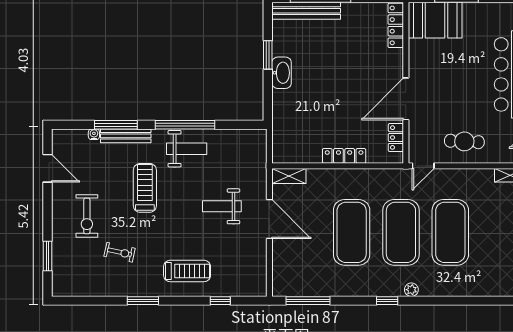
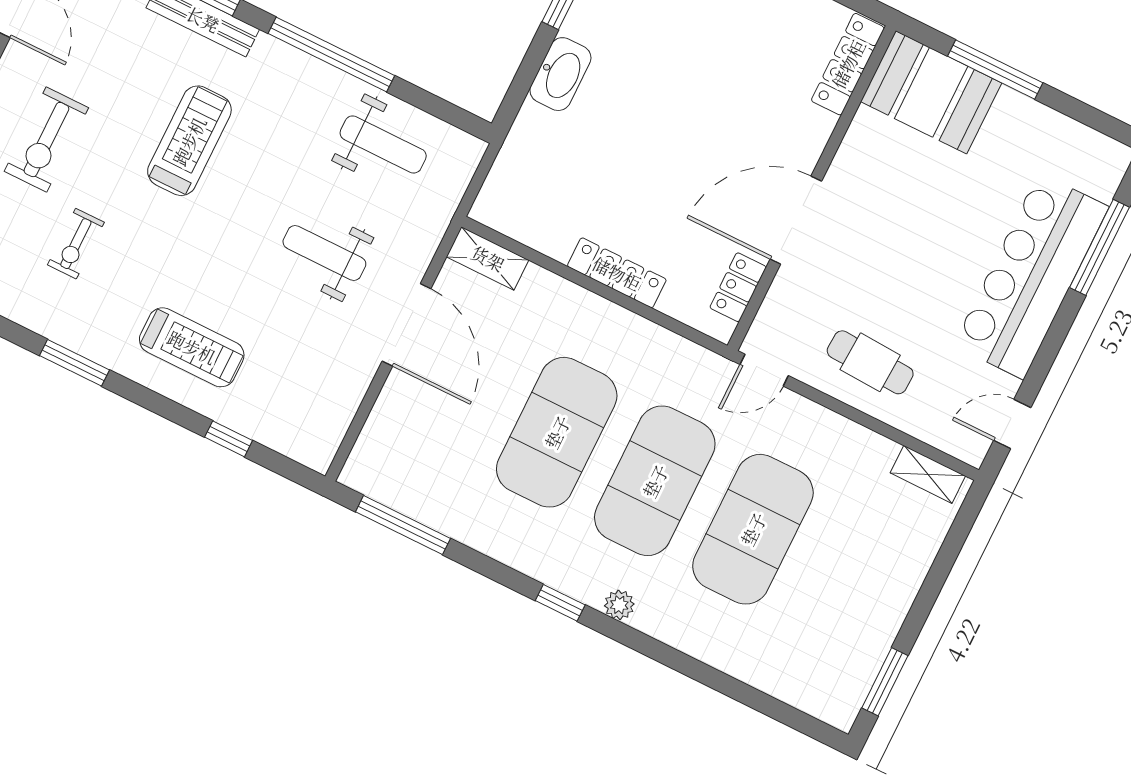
washbasin: (282, 73) -> (560, 74), moved
weight bench: (187, 149) -> (383, 144), moved
exercise bike: (120, 252) -> (76, 244), turned 78

